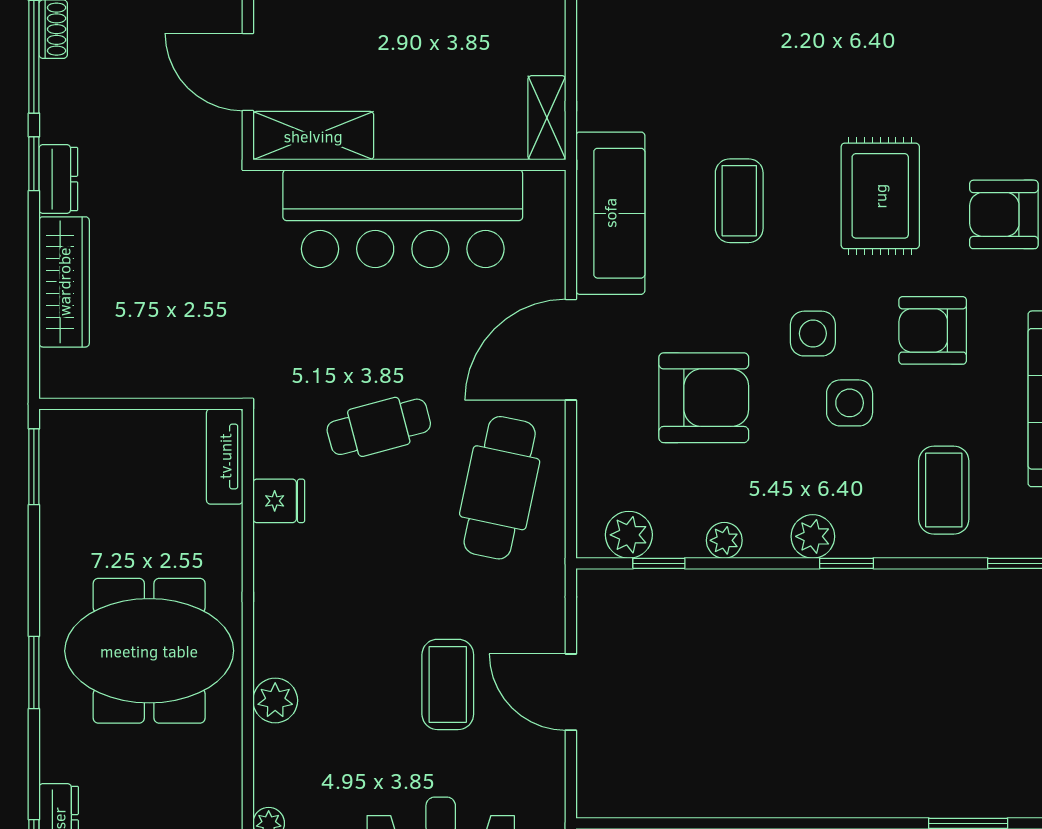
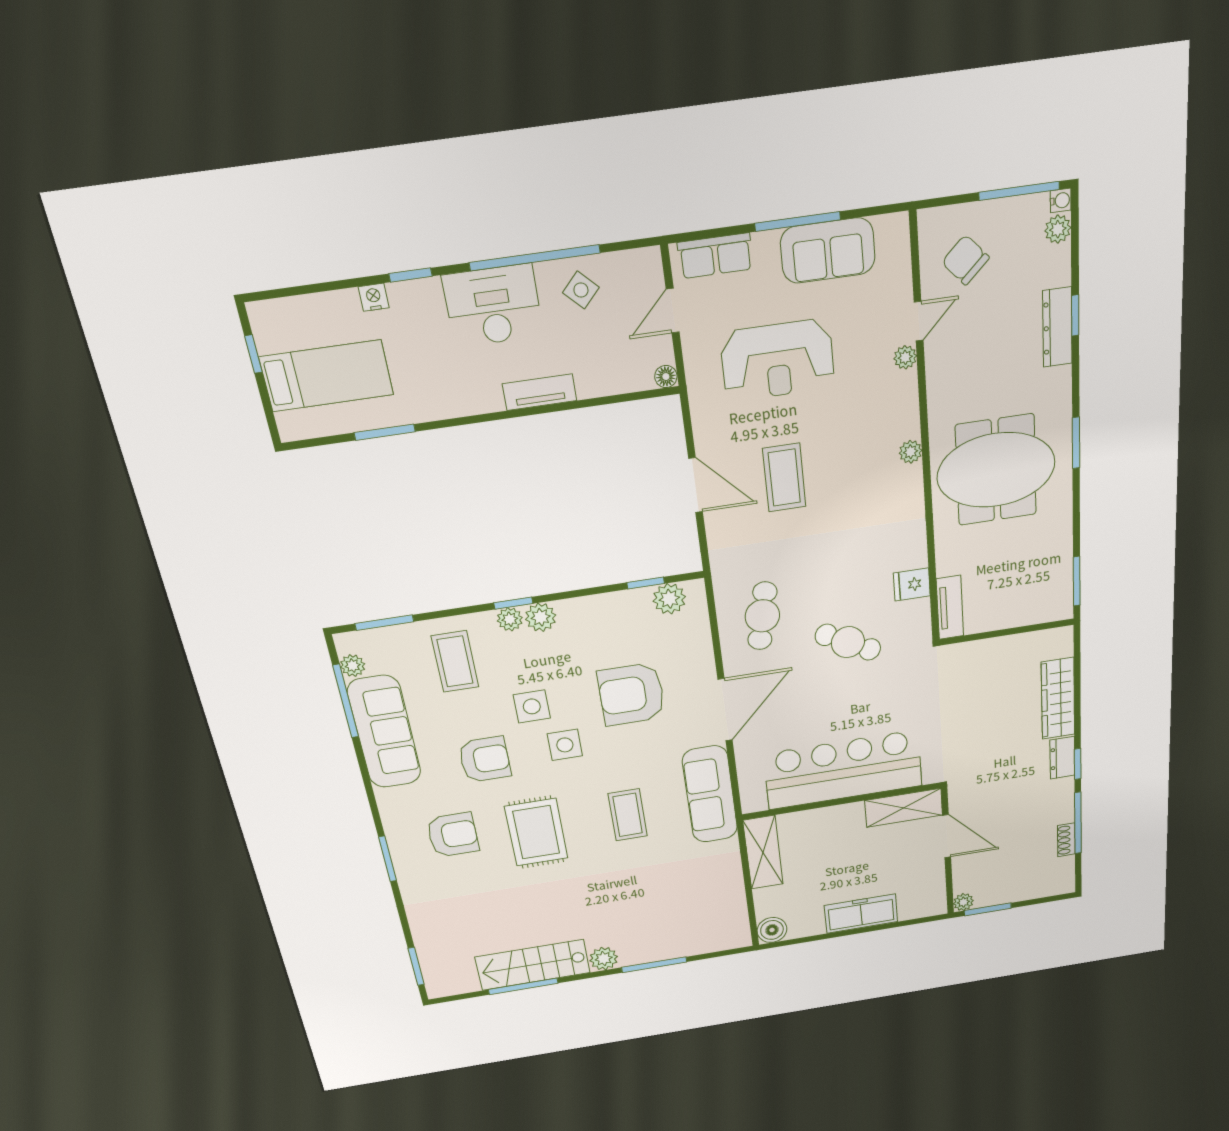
shelving: (547, 118) -> (763, 852), width x1.50, depth x1.33
cafe table: (379, 427) -> (848, 642), turned 43
cafe table: (500, 488) -> (762, 616), width x0.73, depth x0.74
plant: (724, 540) -> (510, 619), moved
plant: (275, 700) -> (911, 452), width x0.73, depth x0.73

